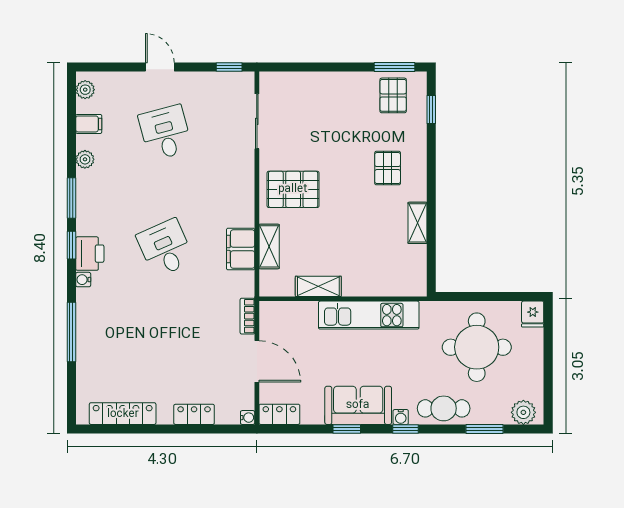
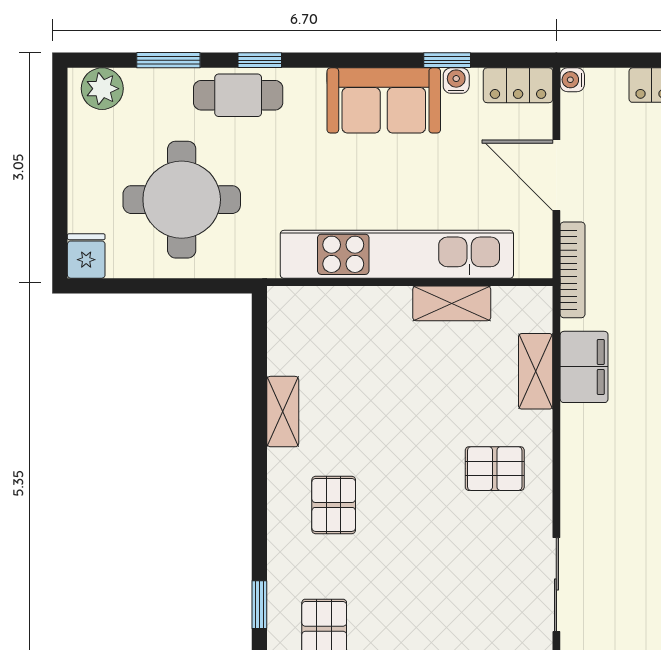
pallet: (293, 189) -> (495, 469), width x0.67, depth x0.71
kitchen unit: (369, 315) -> (397, 254), width x1.36
bookcase: (247, 316) -> (573, 270), width x1.56
water cooler: (401, 417) -> (456, 81), moved
window: (347, 429) -> (447, 60), moved
window: (406, 429) -> (260, 60), moved

